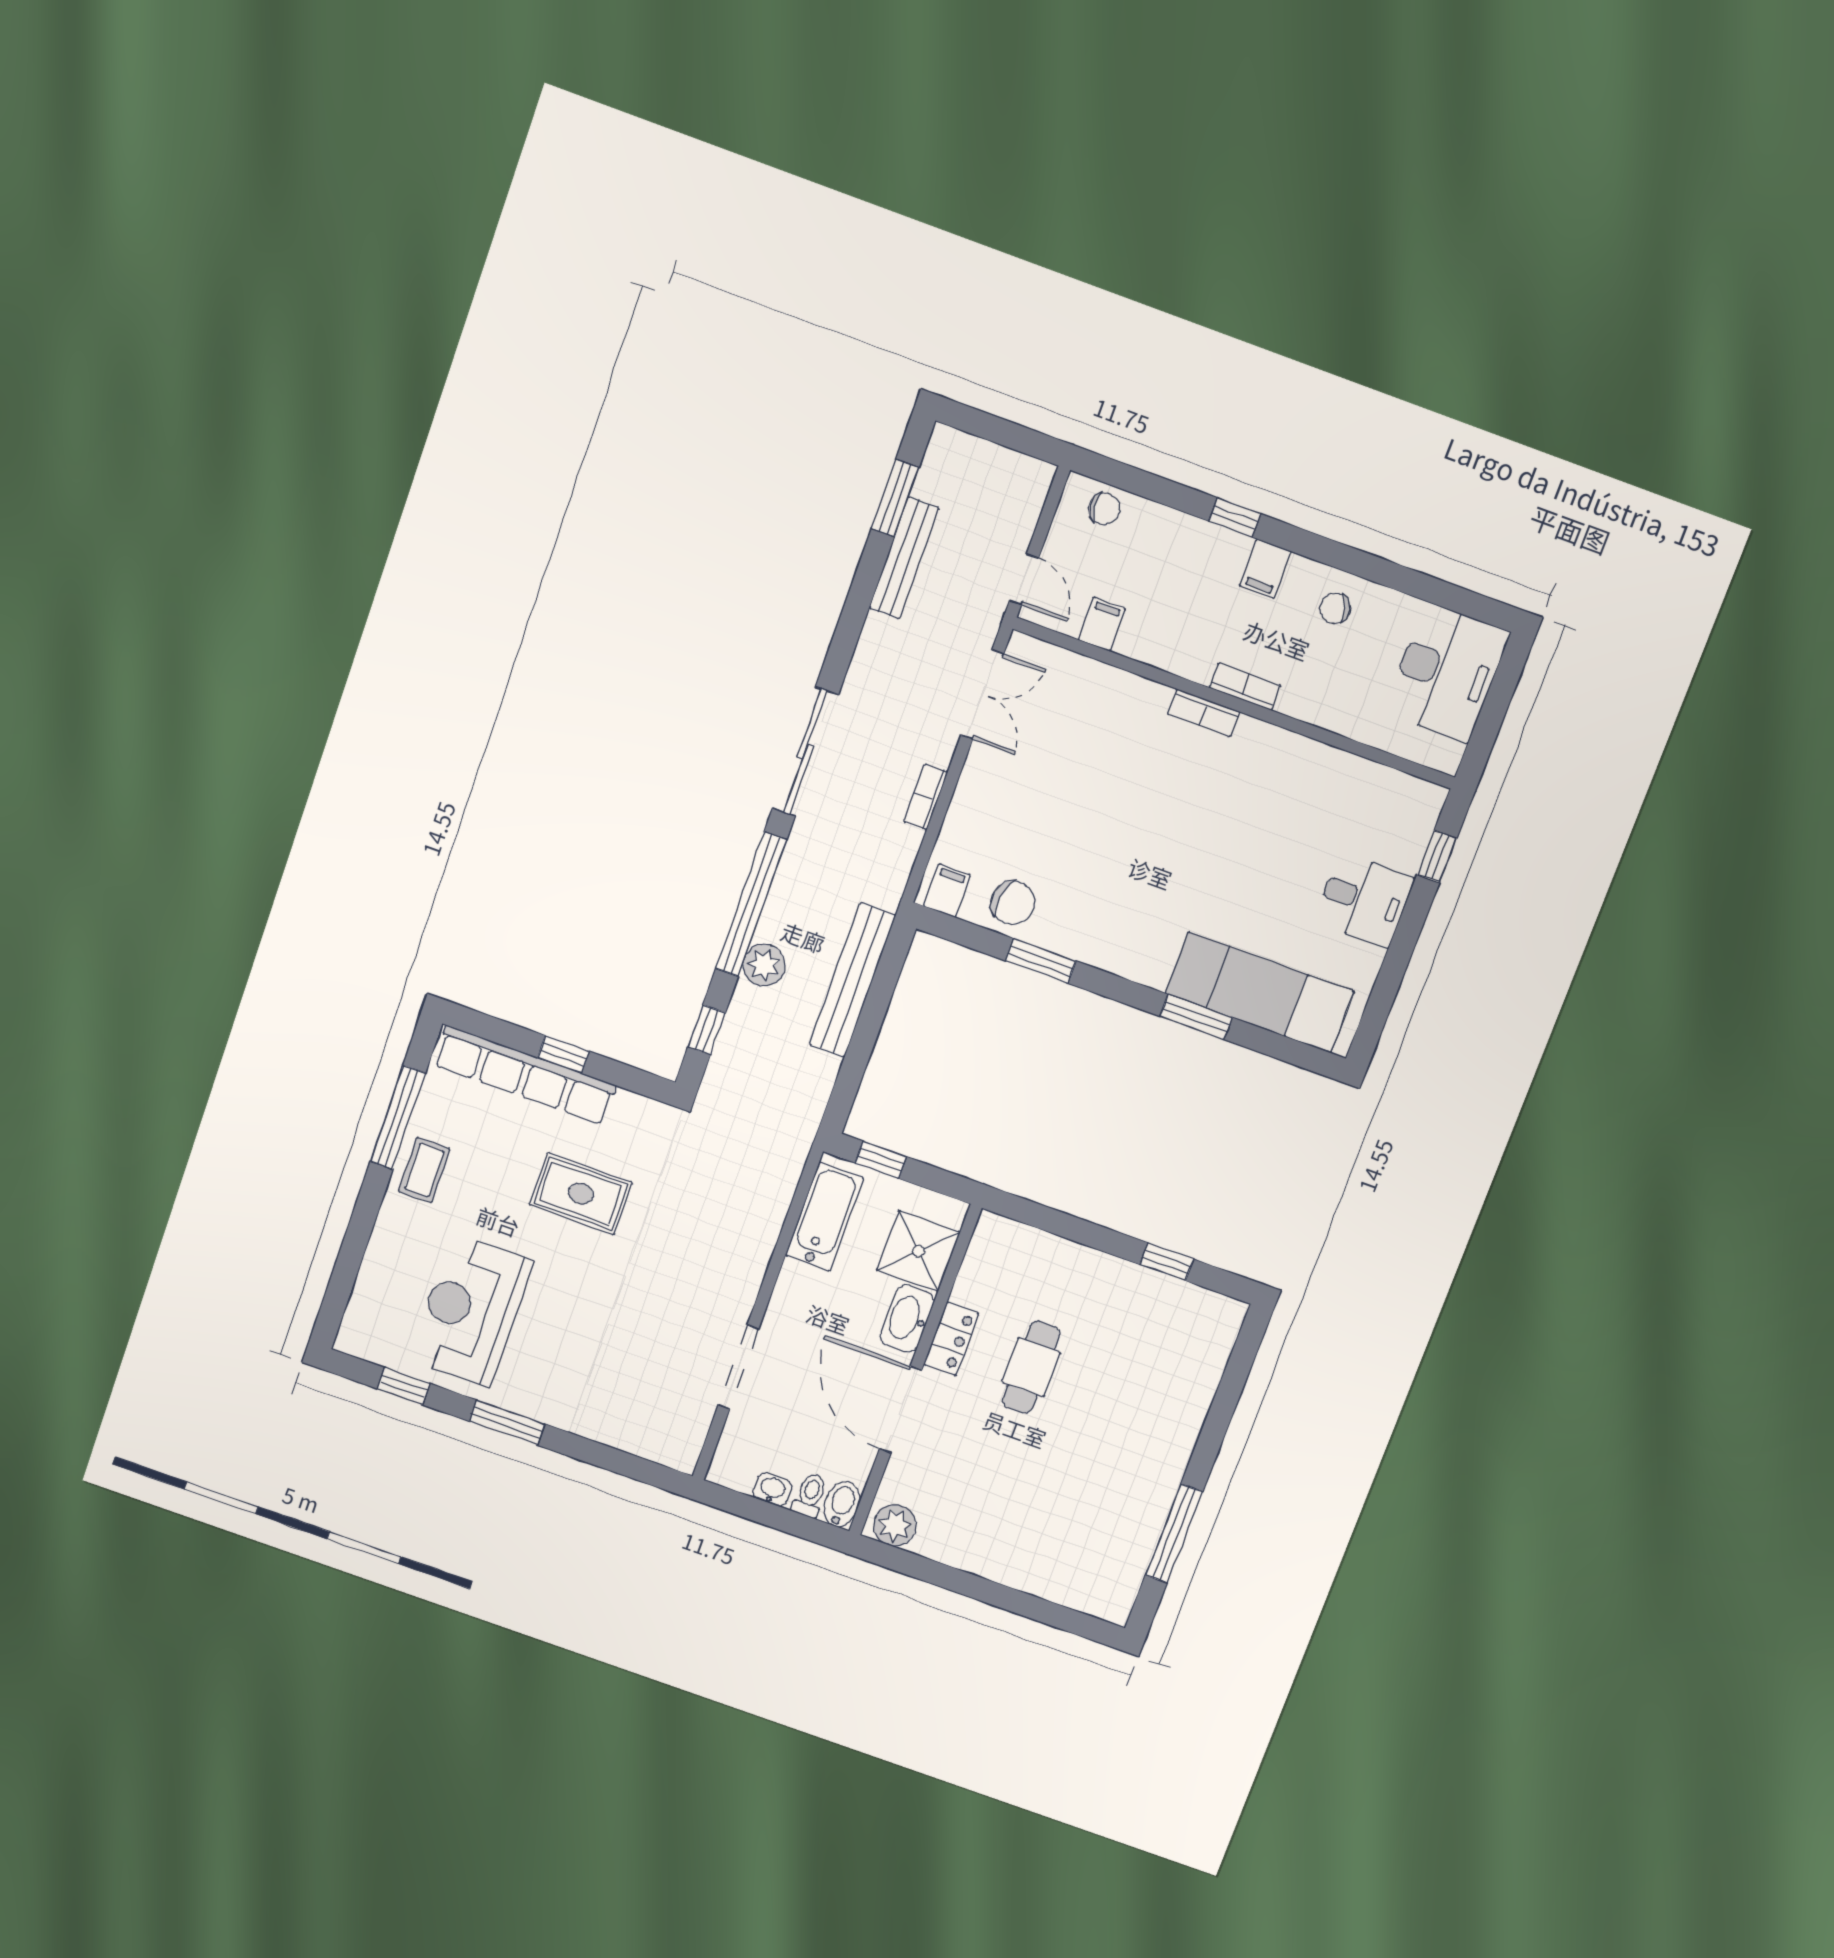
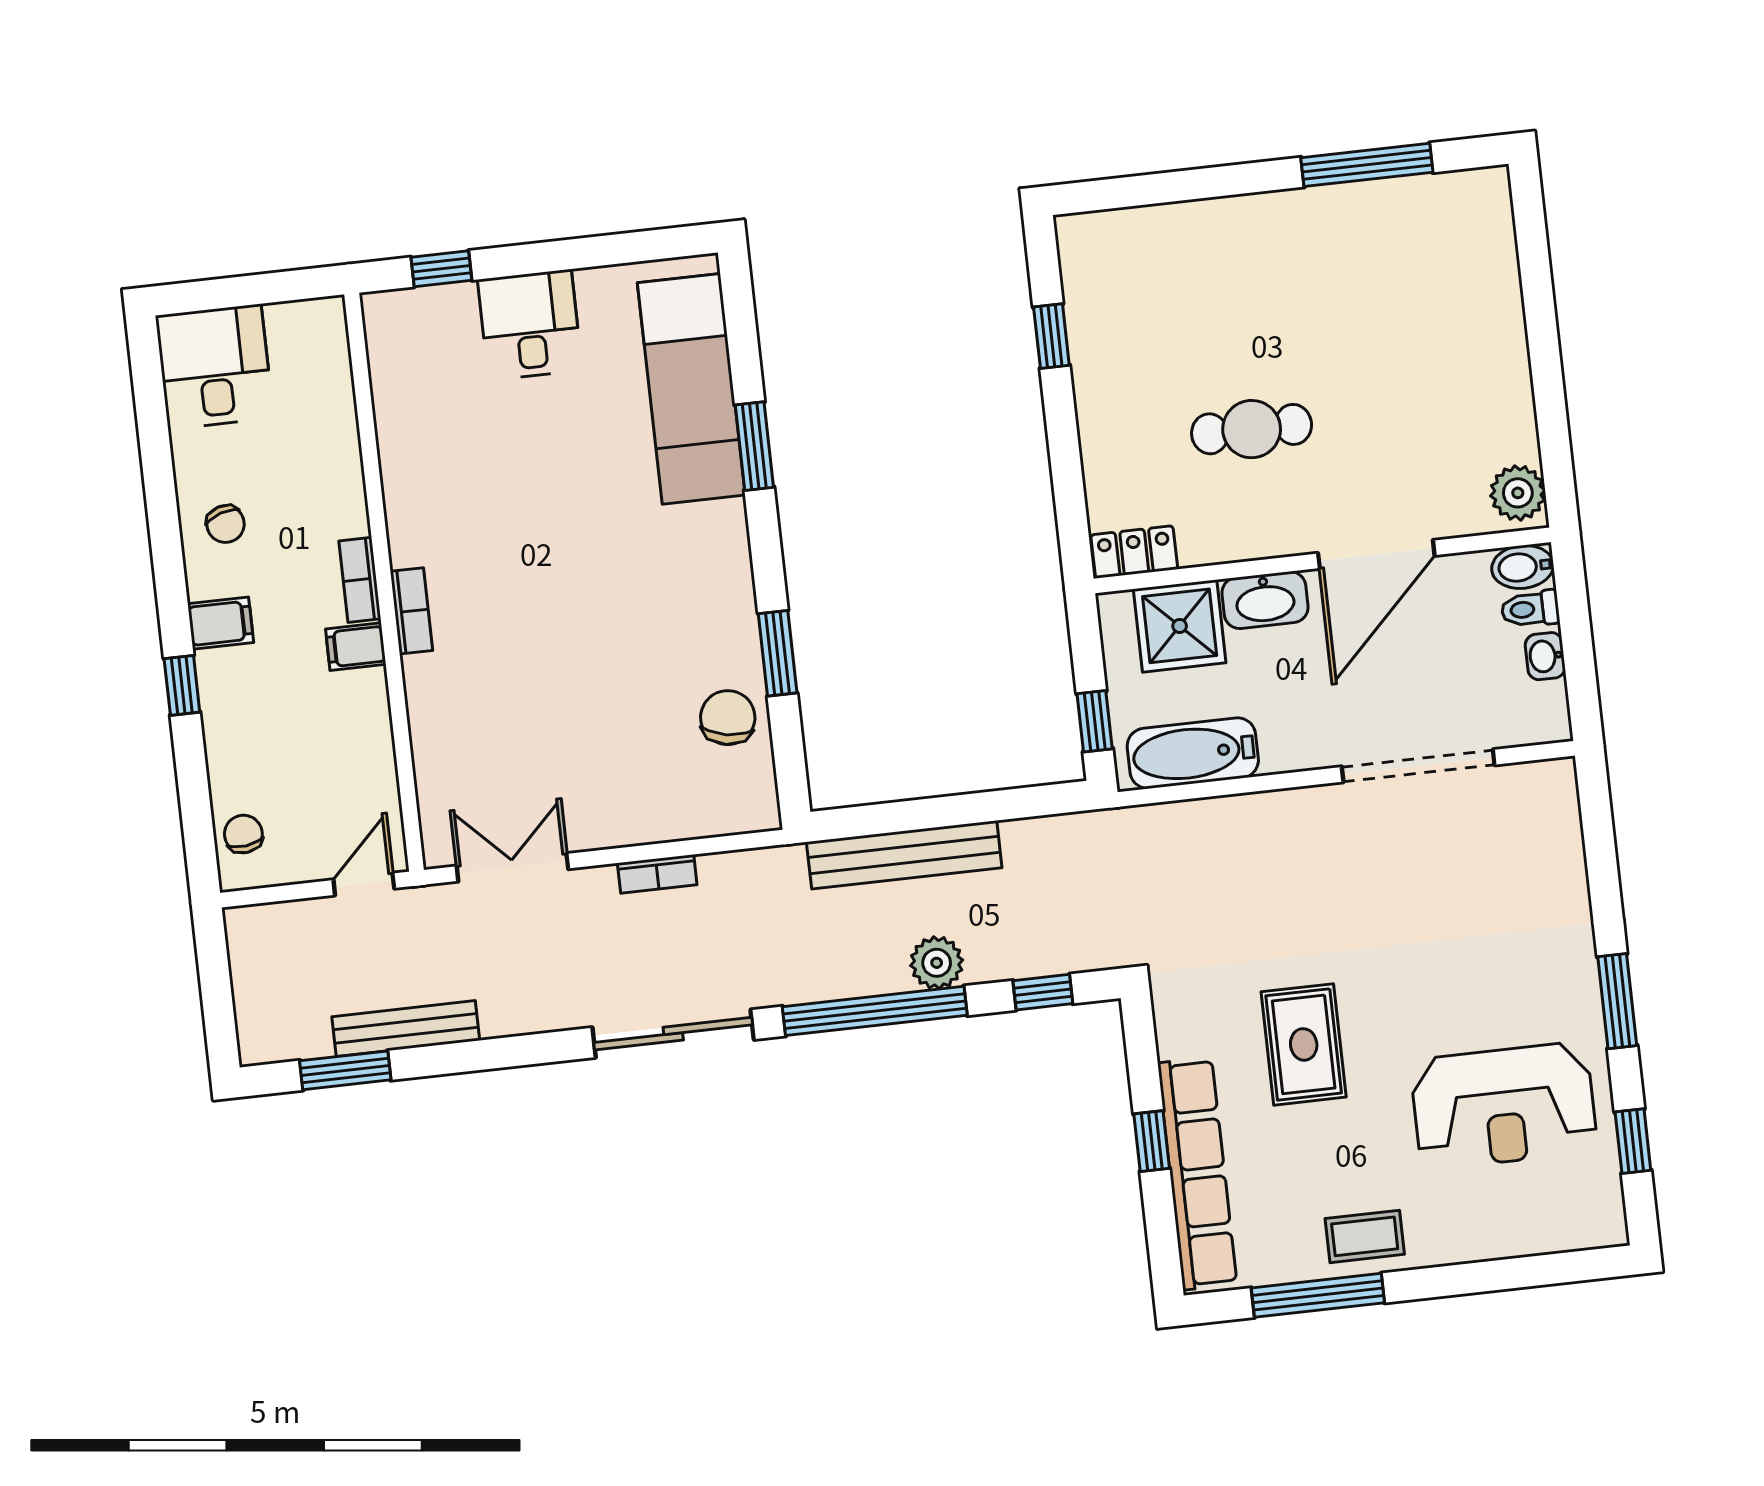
filing cabinet: (1102, 624) -> (356, 647), moved
desk: (1447, 672) -> (214, 367), width x0.73
filing cabinet: (947, 891) -> (750, 798), removed
locker: (951, 1339) -> (1134, 552), moved
doorway: (739, 1367) -> (1418, 766), width x1.36

